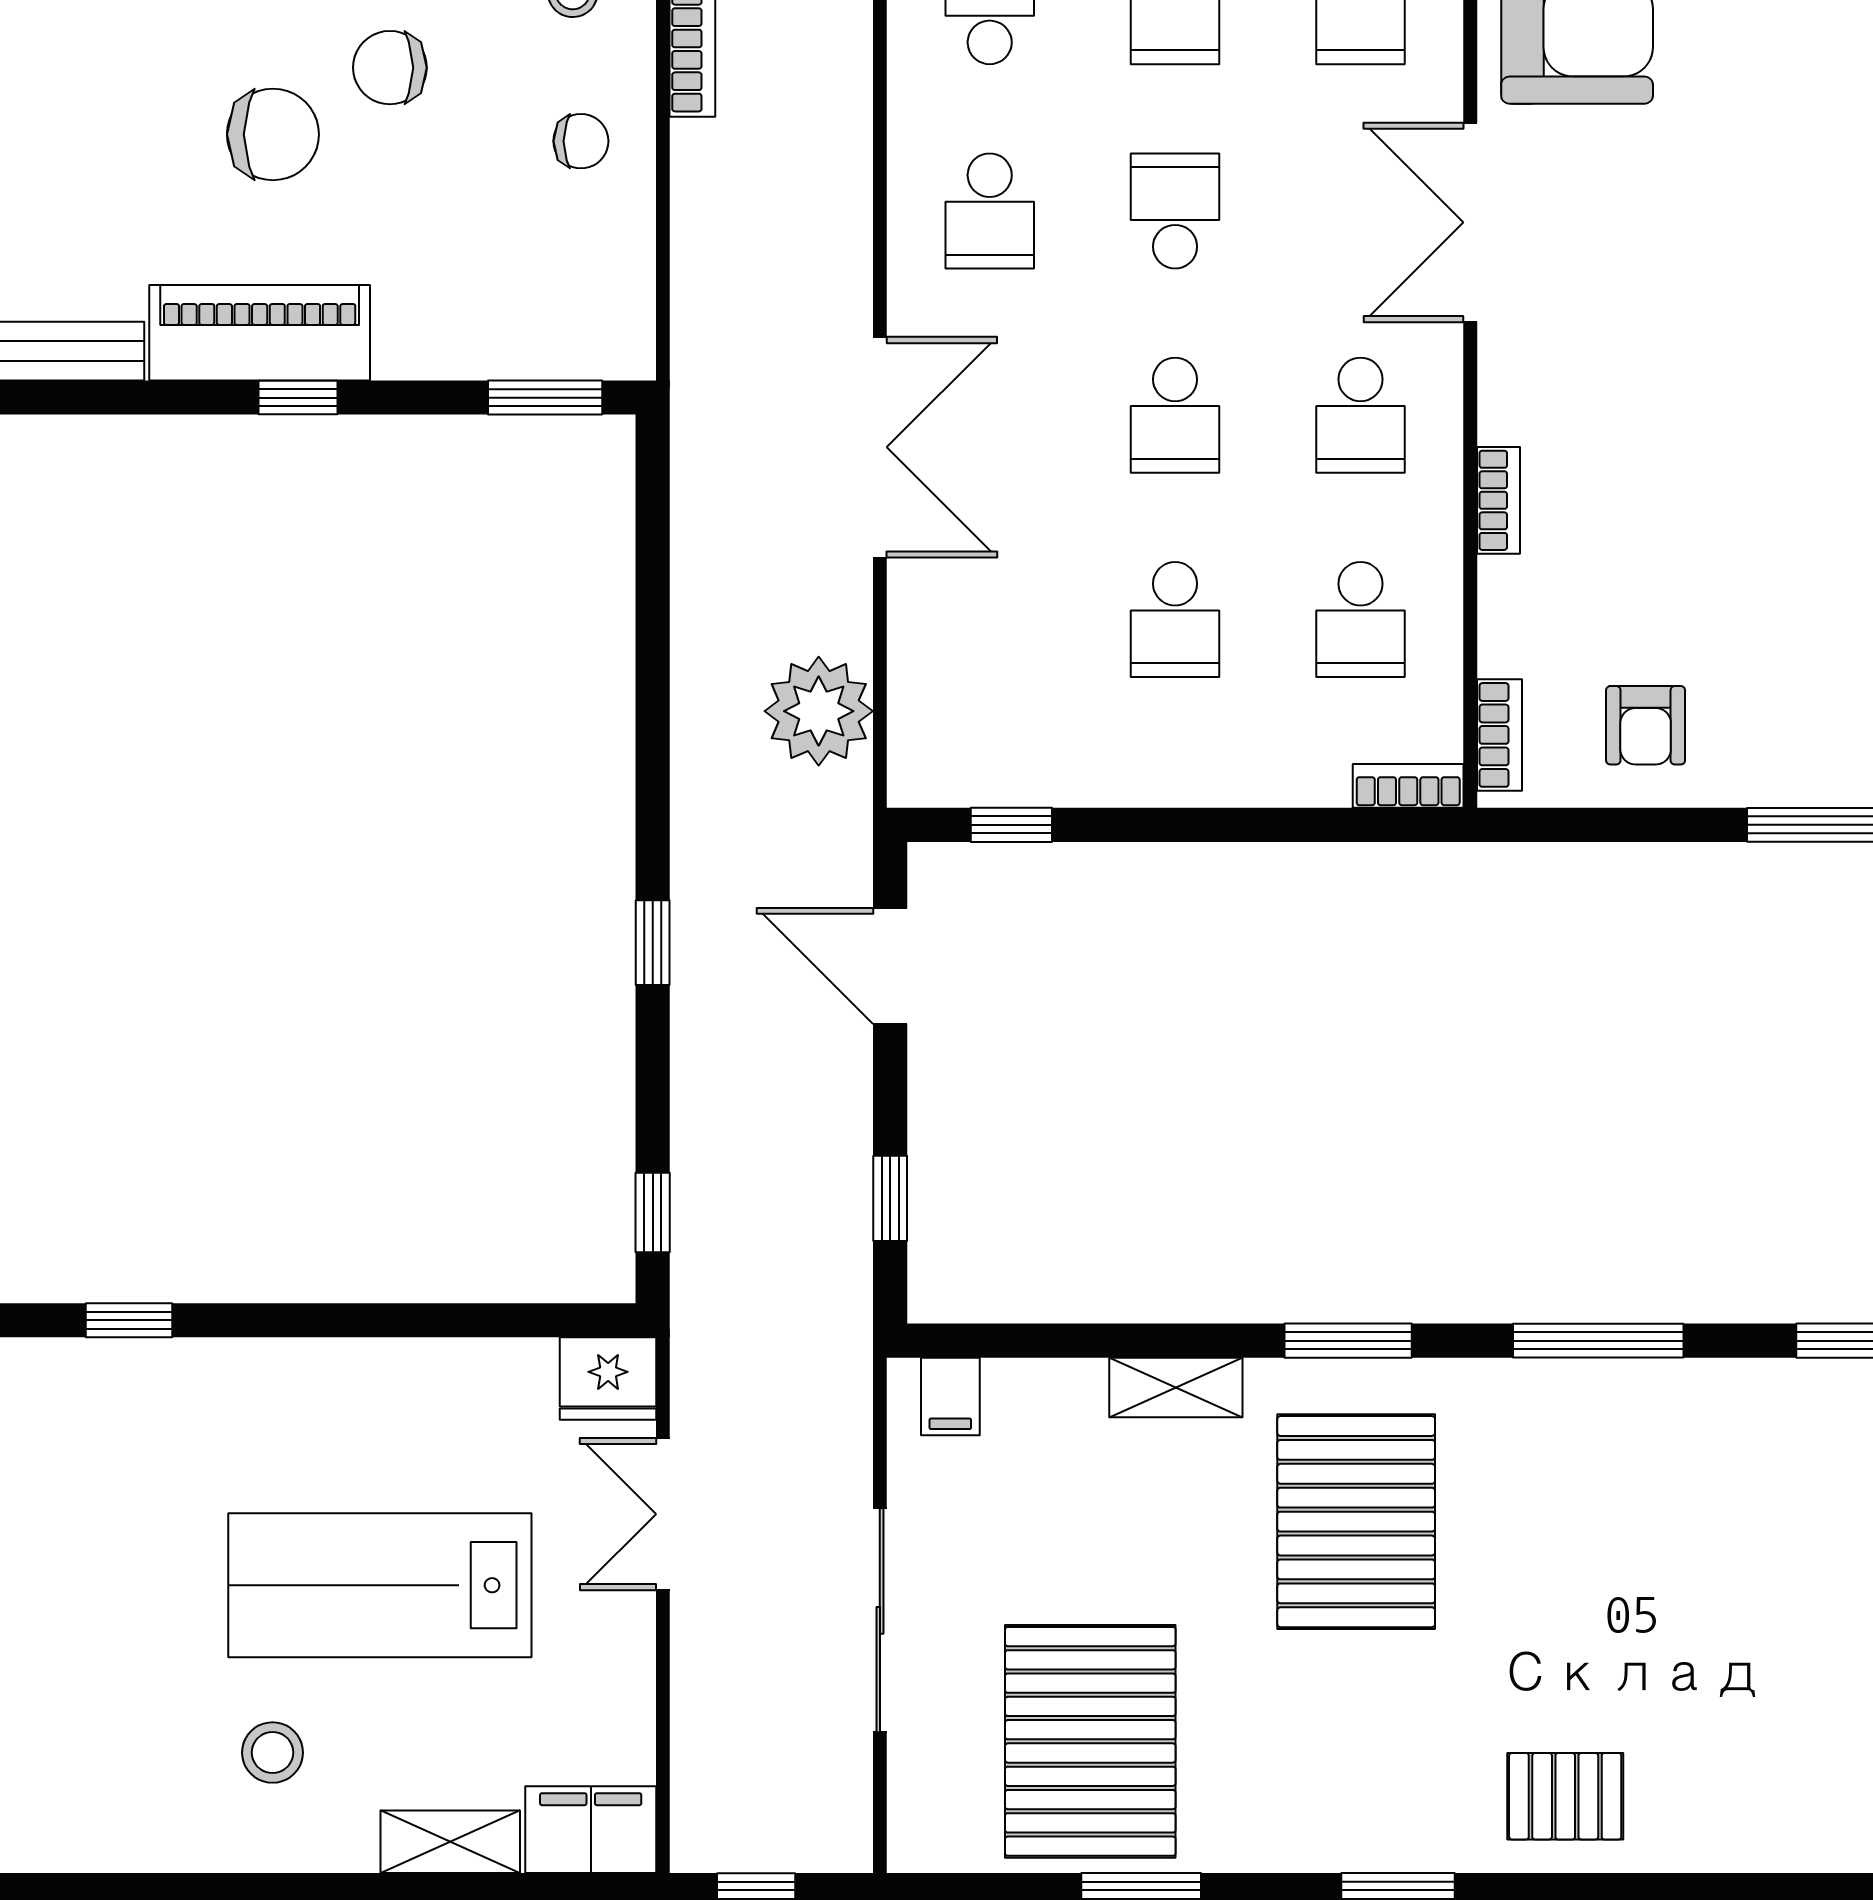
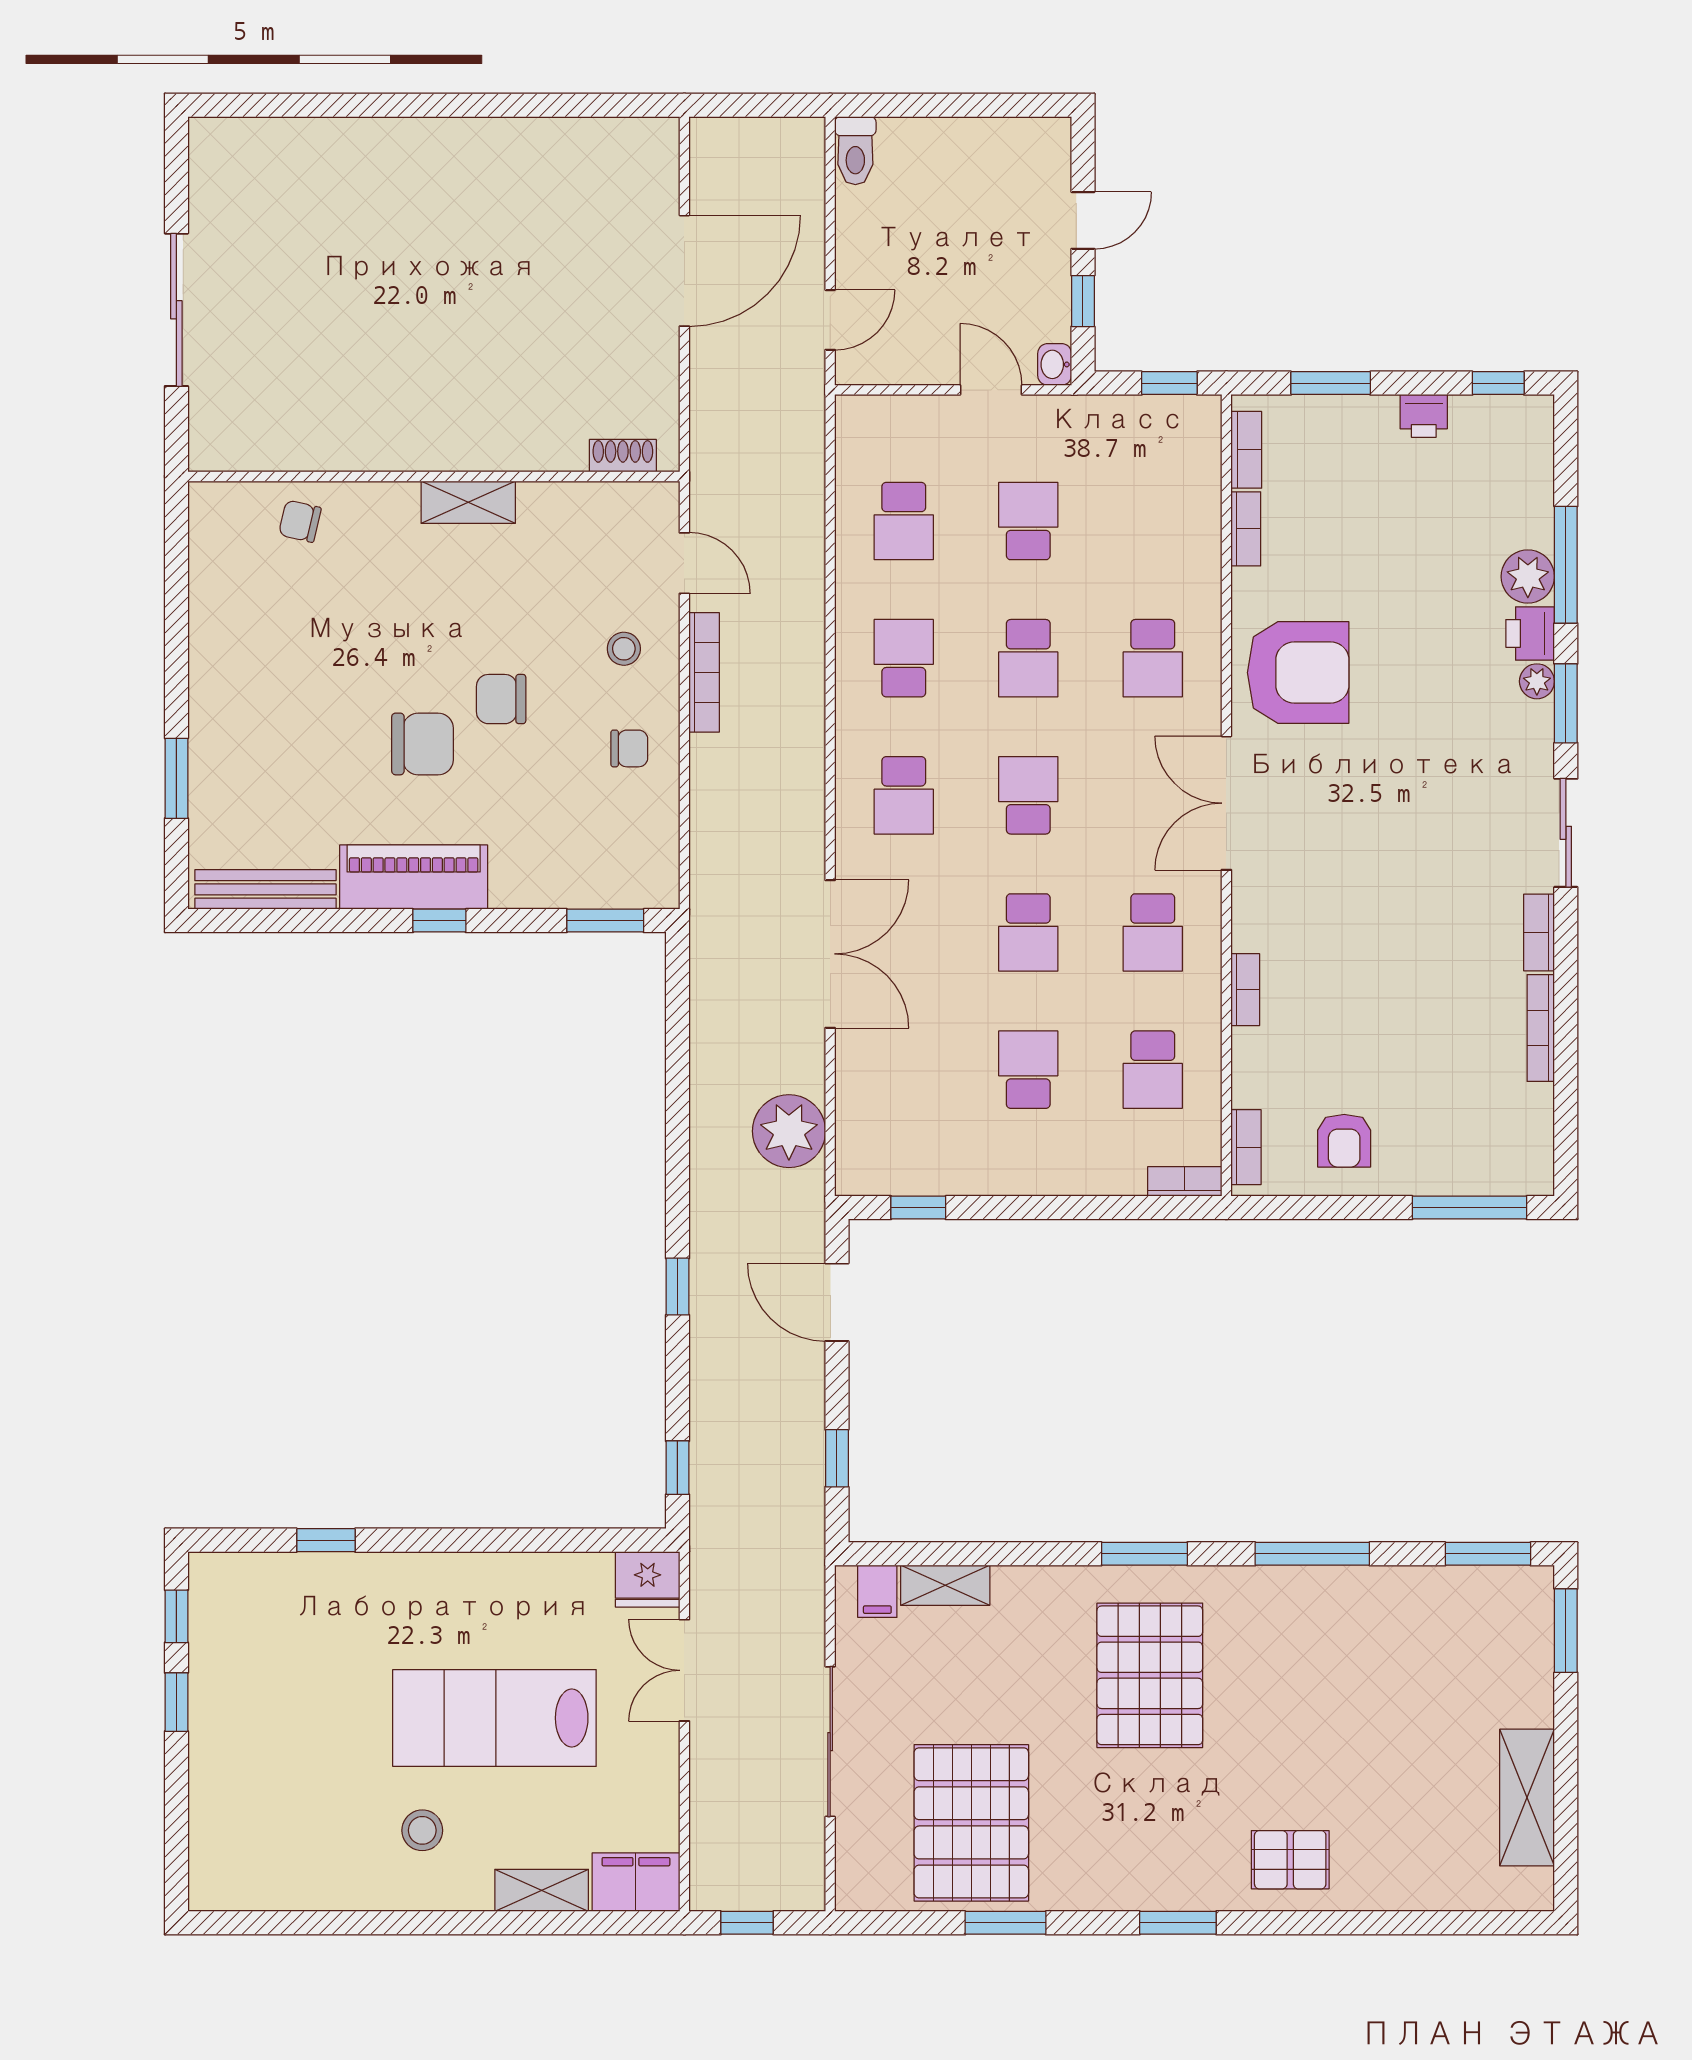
school desk: (1175, 619) -> (1028, 1070), turned 180
shelving: (1176, 1387) -> (945, 1585), moved

